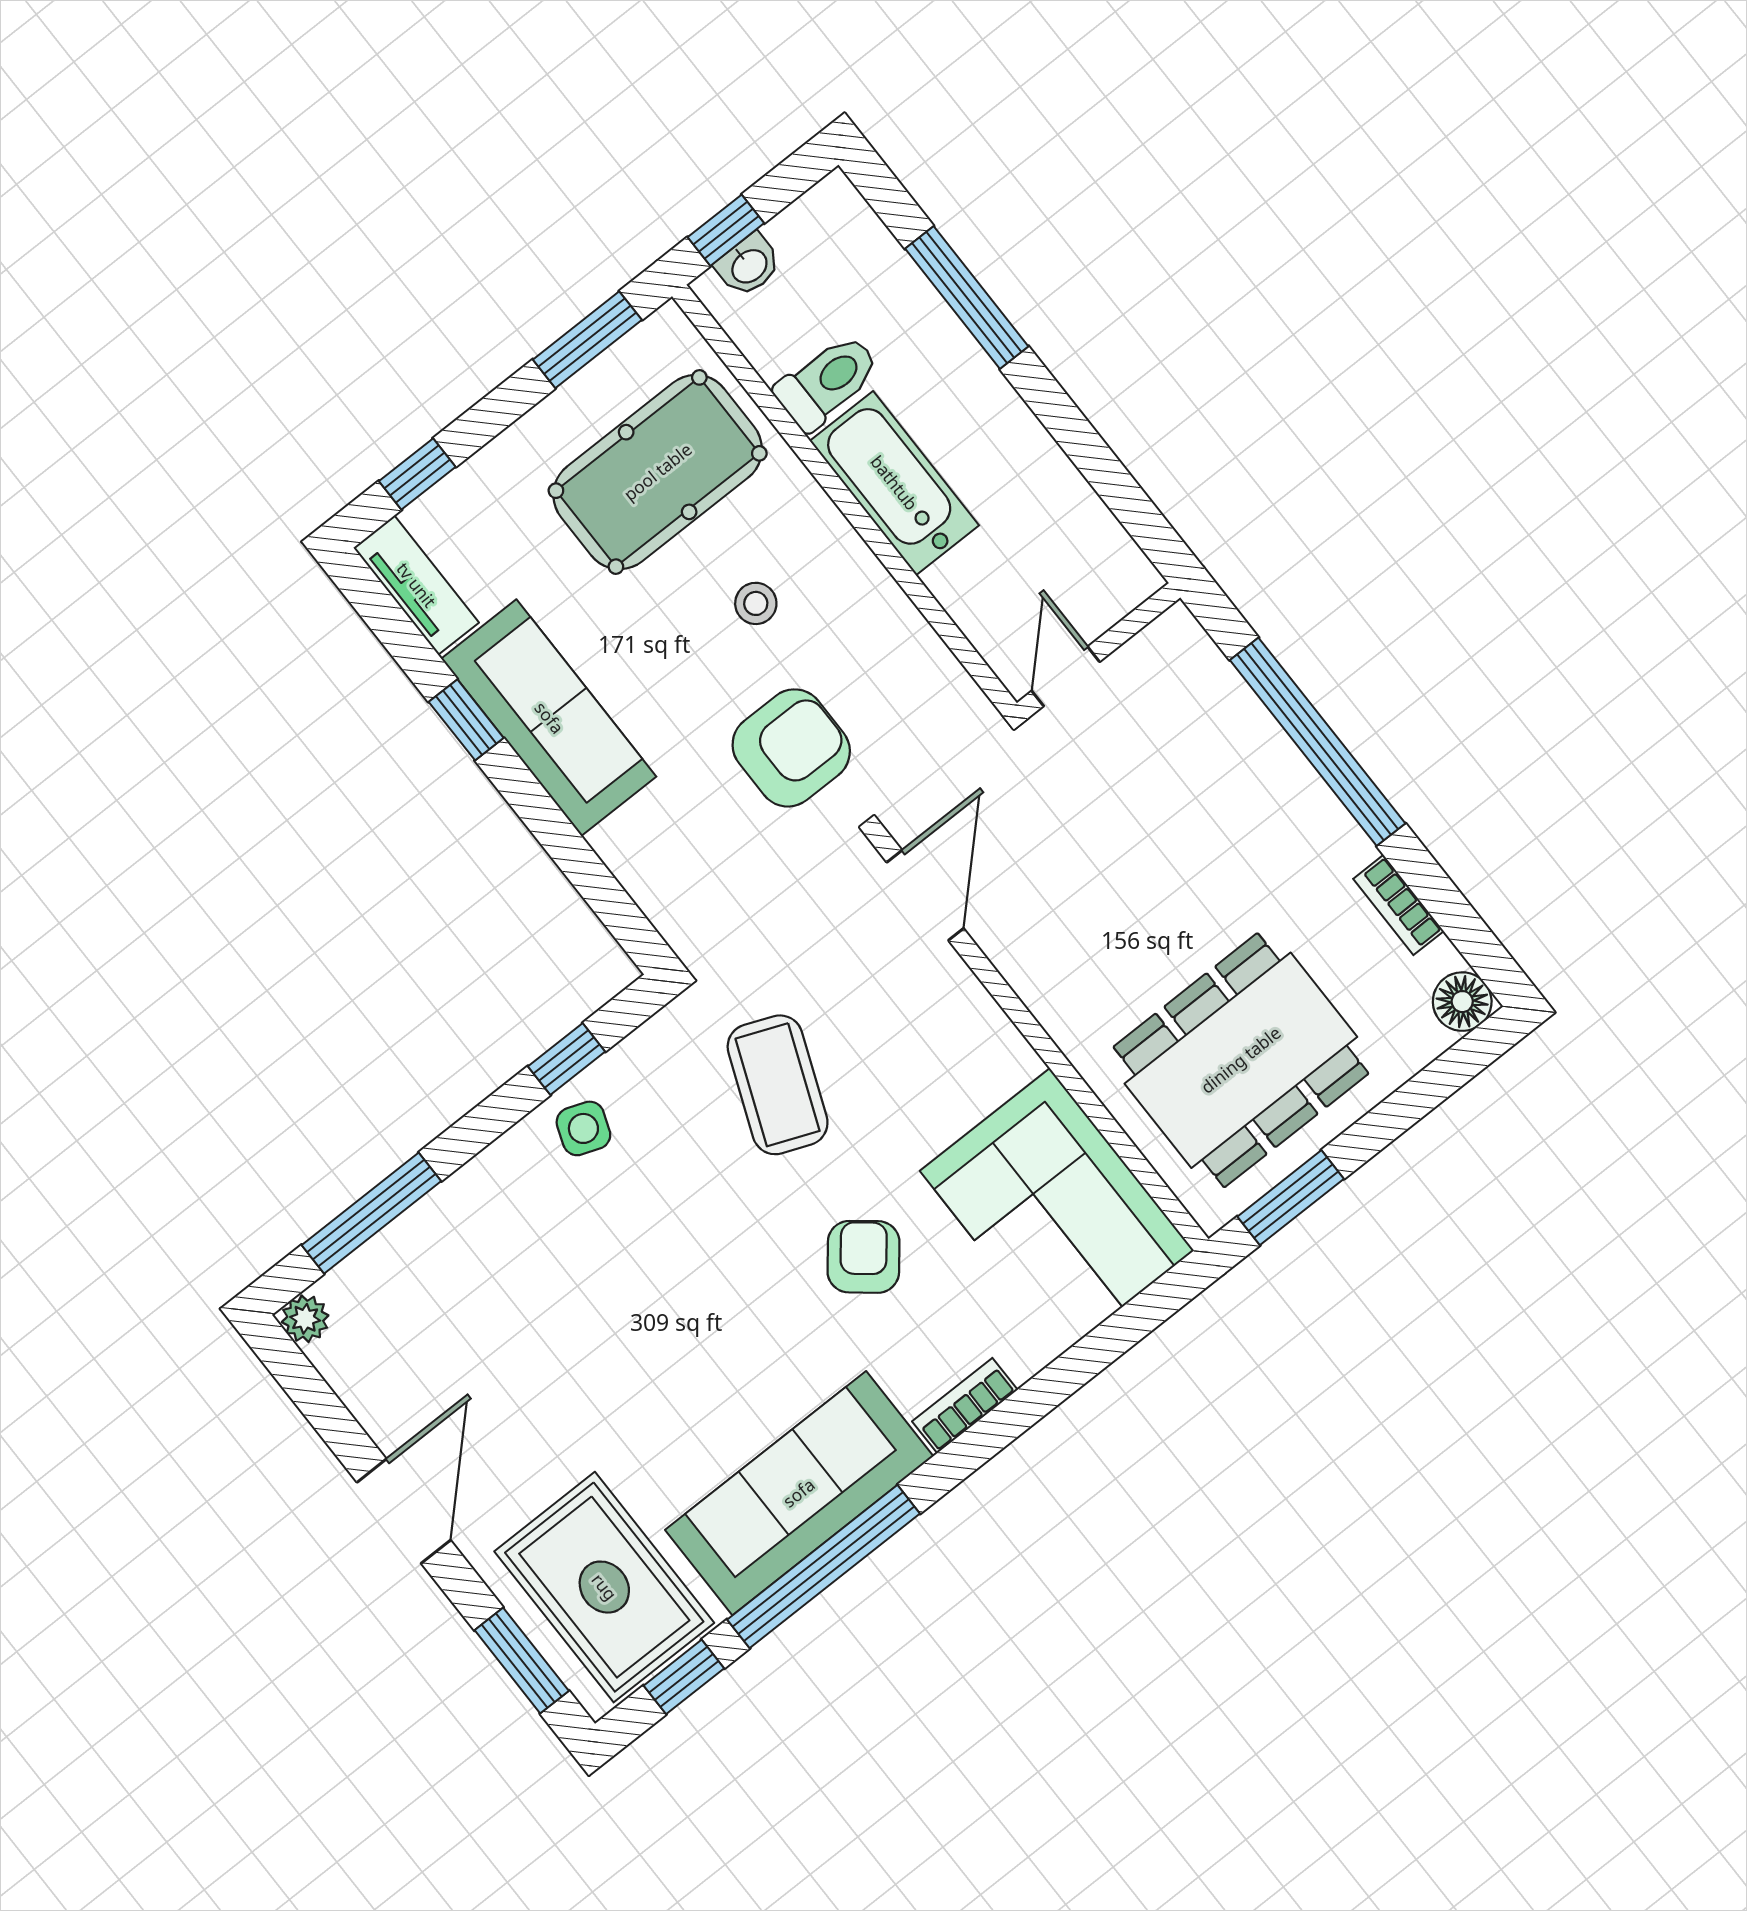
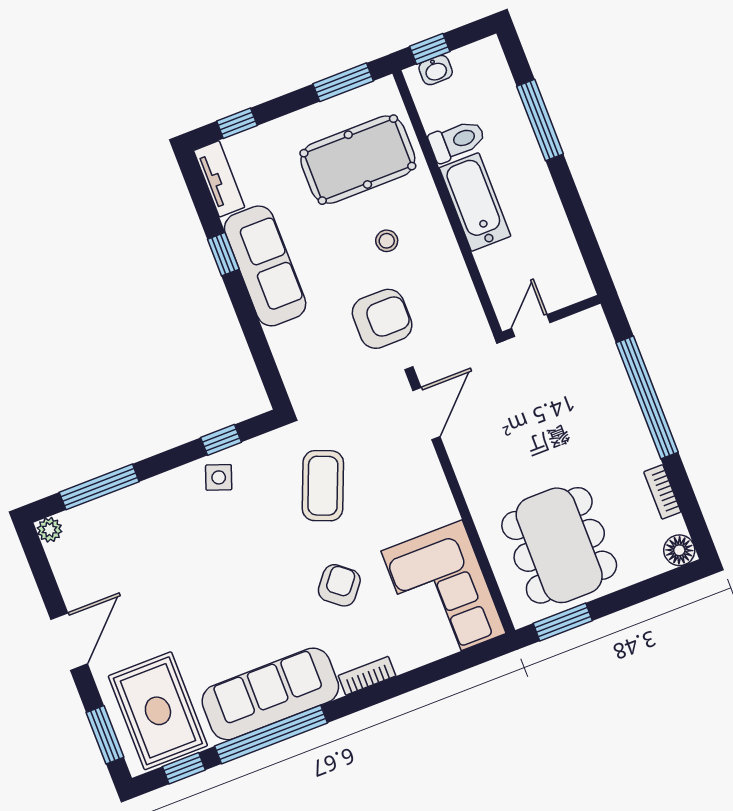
dining table: (1241, 1060) -> (559, 545), turned 90

